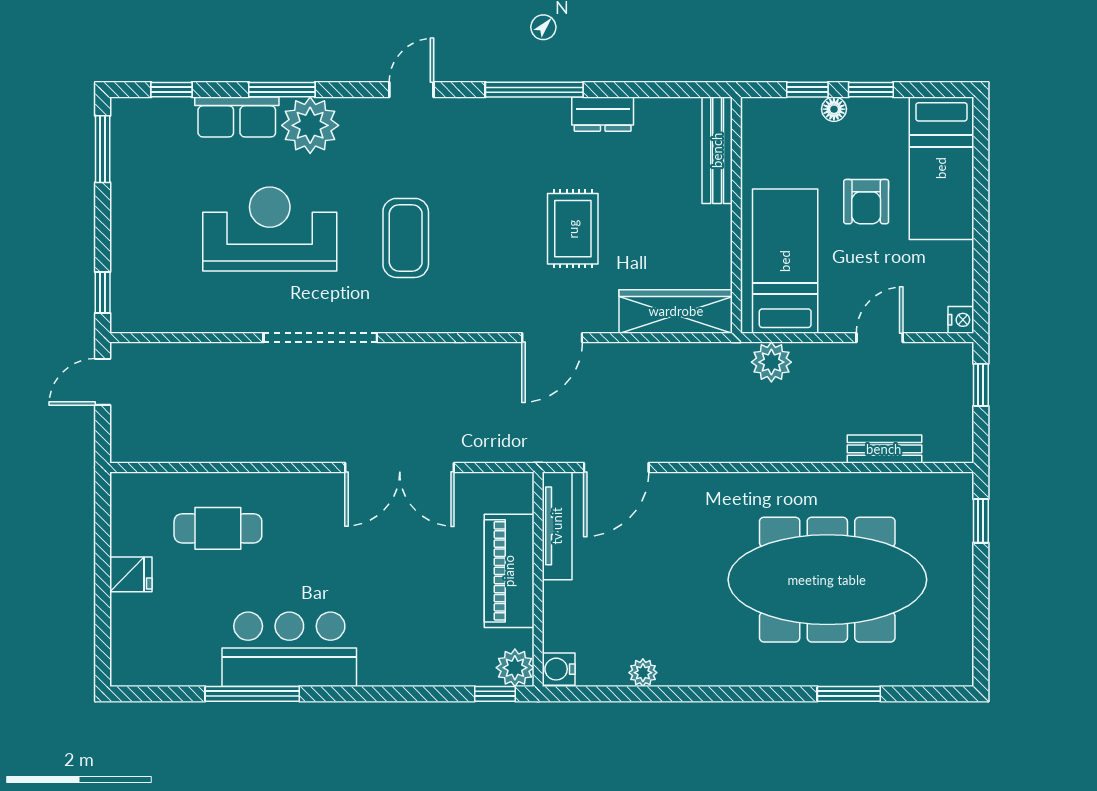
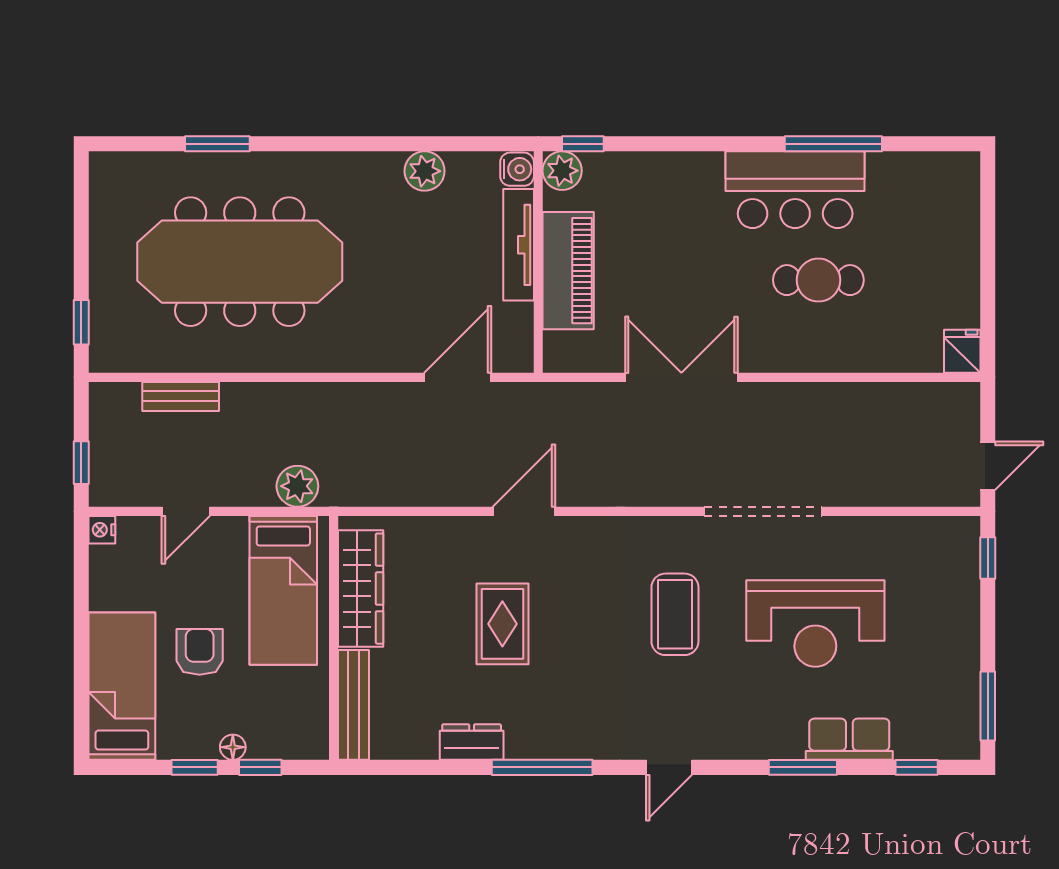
plant: (310, 125) -> (774, 731), removed
wardrobe: (676, 311) -> (361, 589), moved, turned -90
tv unit: (557, 526) -> (519, 245), moved
cafe table: (218, 528) -> (818, 280), moved
fridge: (131, 574) -> (962, 351), moved, turned 90
plant: (643, 673) -> (425, 171), width x1.38, depth x1.38

